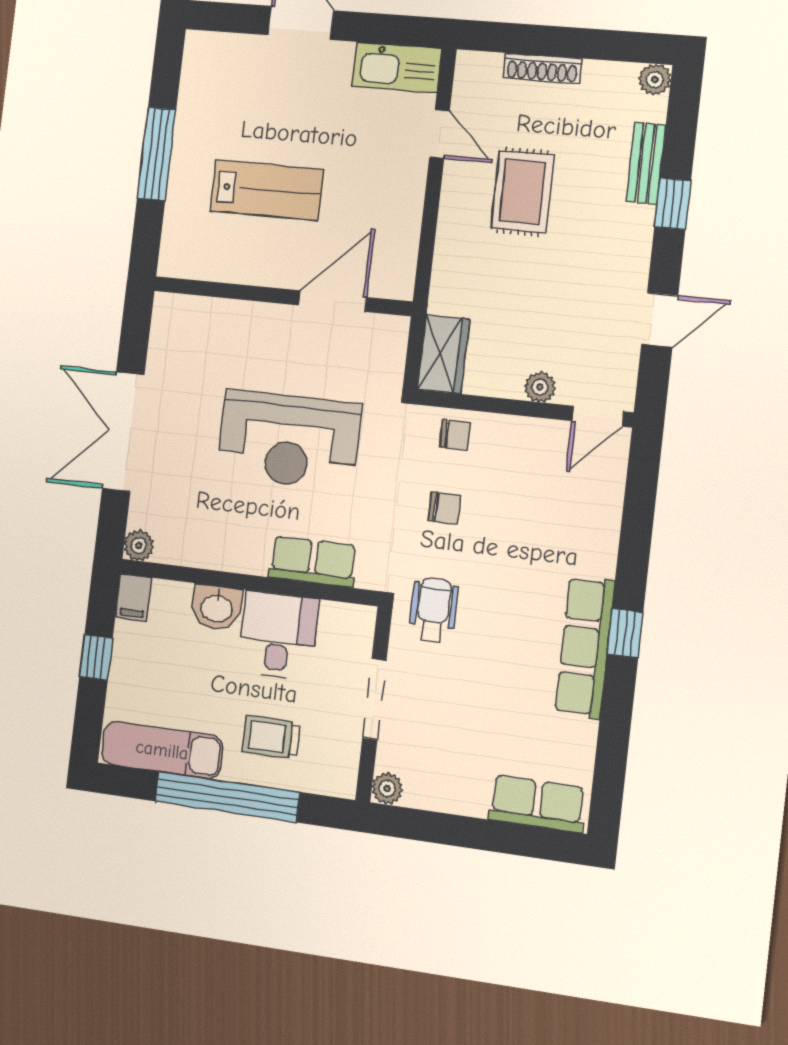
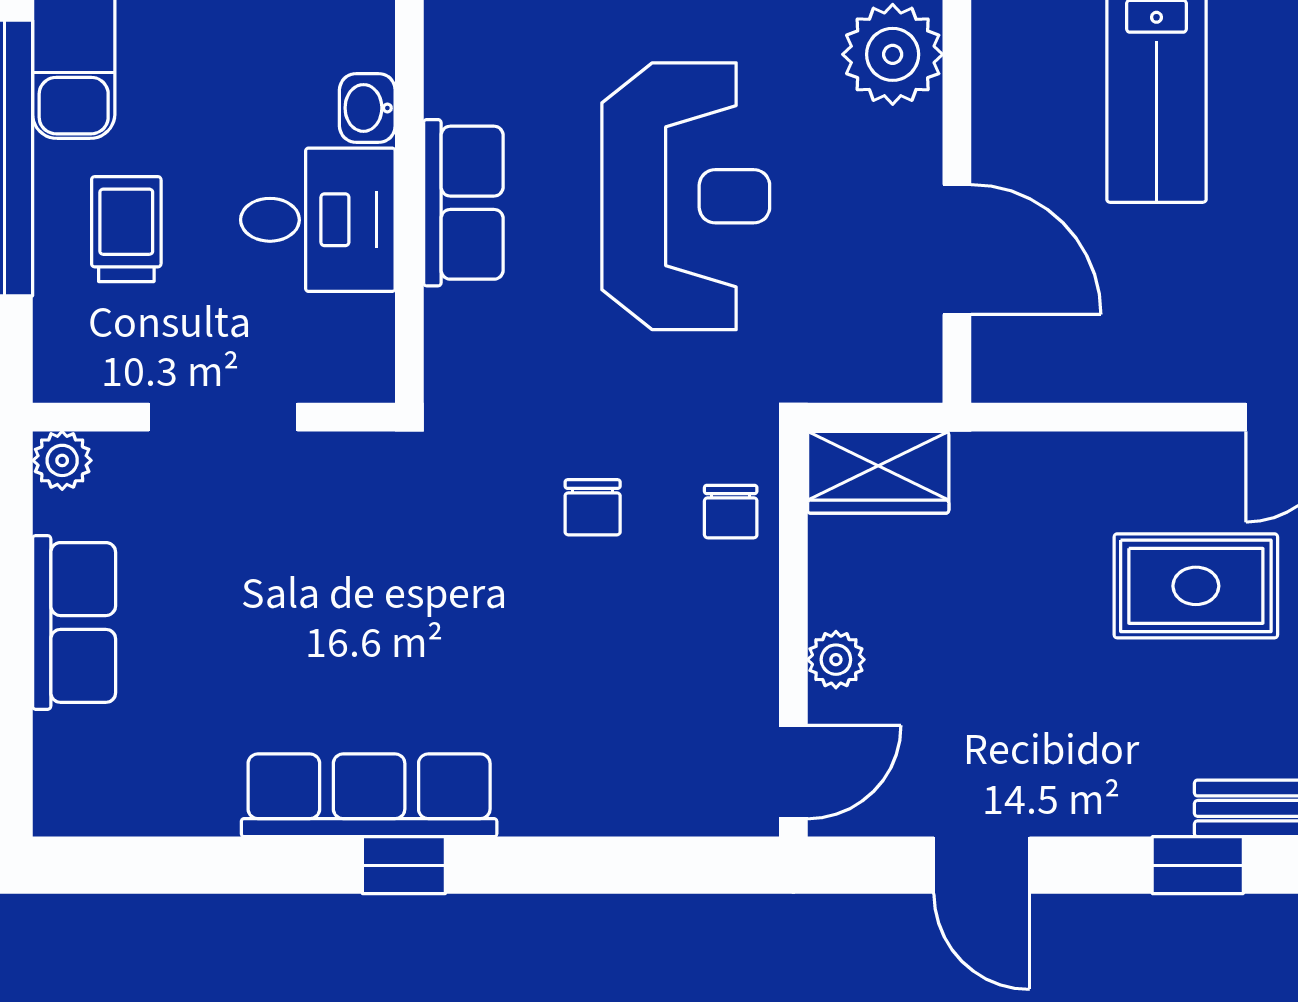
plant: (229, 325) -> (893, 54), added
door: (598, 416) -> (793, 772), swing flipped
reception desk: (289, 440) -> (686, 196), turned 180
row of seats: (313, 562) -> (463, 203), moved
washbasin: (217, 607) -> (367, 108), width x0.72, depth x0.69
wheelchair: (433, 610) -> (402, 509), removed
row of seats: (537, 804) -> (74, 622), moved

